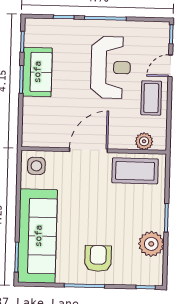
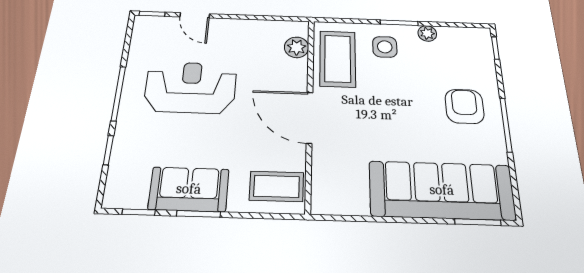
coffee table: (151, 98) -> (277, 186), moved
side table: (36, 166) -> (385, 47), moved
plant: (151, 244) -> (427, 33), width x0.53, depth x0.53
armchair: (98, 259) -> (464, 106), turned 90

